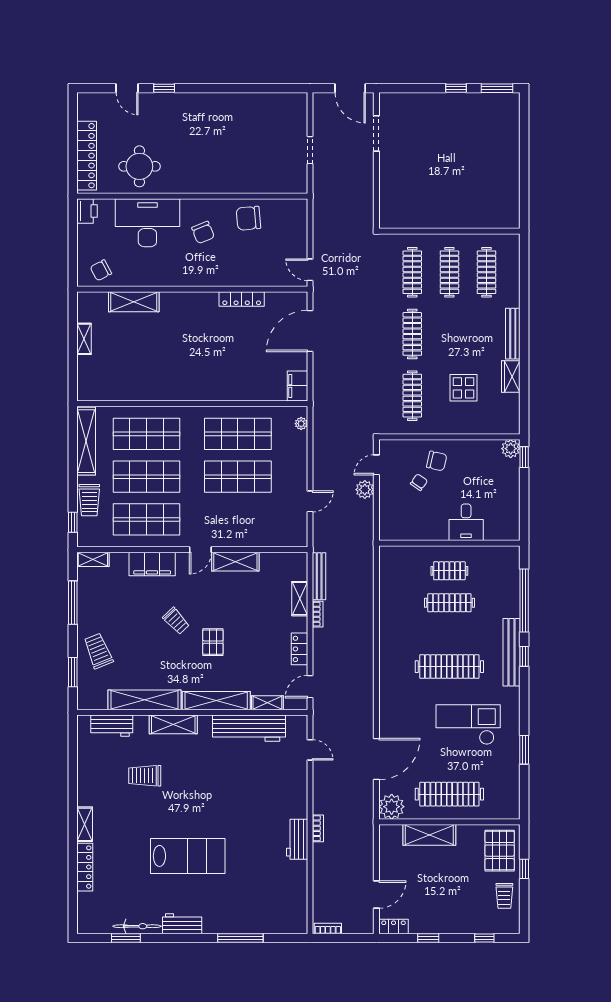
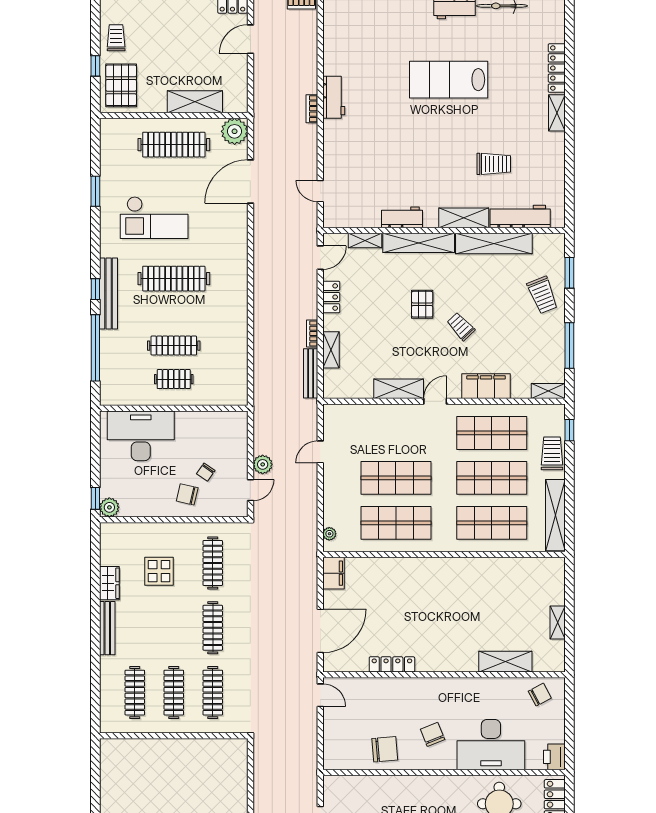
desk: (466, 522) -> (141, 436), width x1.87, depth x1.30
workbench: (112, 726) -> (520, 217), width x1.38
workbench: (249, 728) -> (402, 217), width x0.53, depth x0.76

